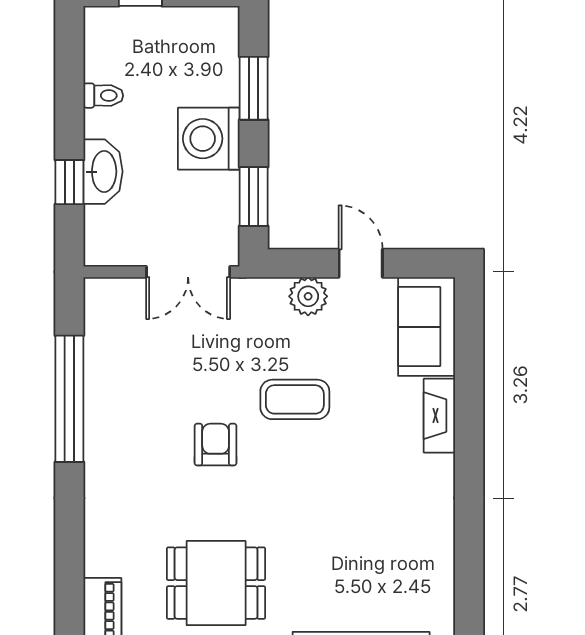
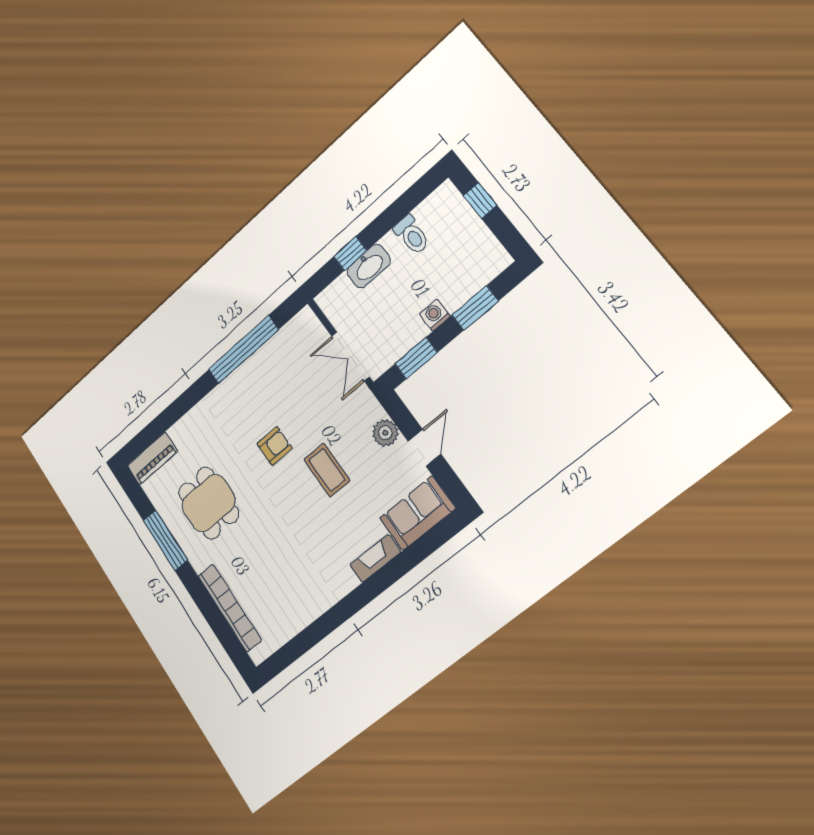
toilet: (103, 96) -> (412, 235), width x1.37, depth x1.39
washing machine: (209, 139) -> (435, 315), width x0.53, depth x0.53

